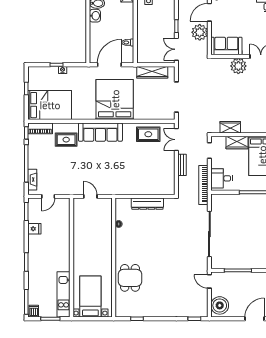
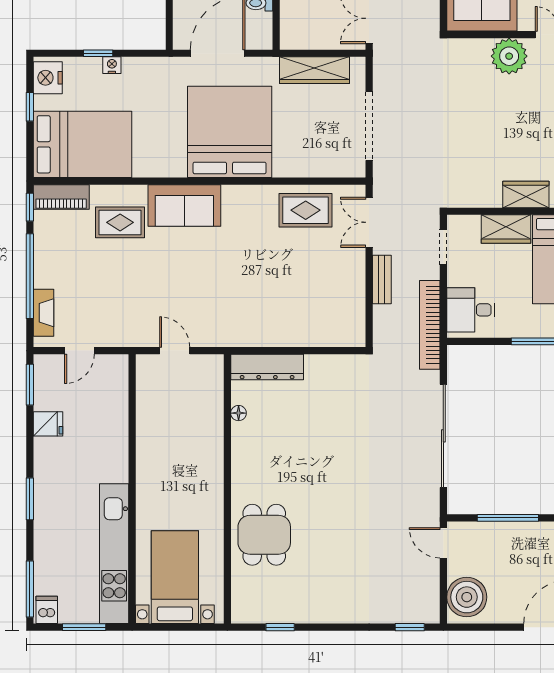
nightstand: (34, 76) -> (48, 78), added
wardrobe: (230, 127) -> (526, 194), moved
sofa: (100, 132) -> (184, 205), width x0.73
dresser: (147, 204) -> (267, 367), moved
kitchen unit: (64, 294) -> (114, 554), width x1.36

